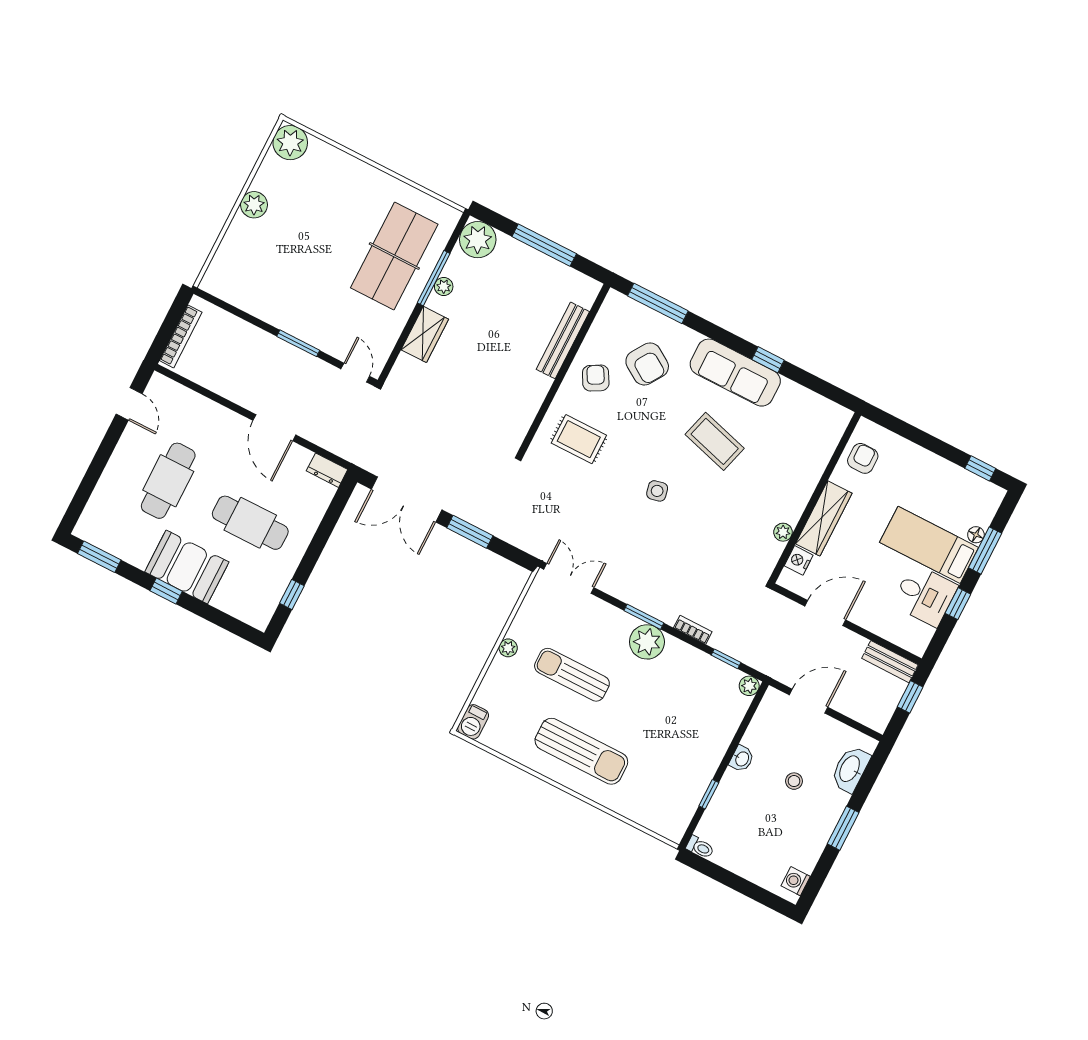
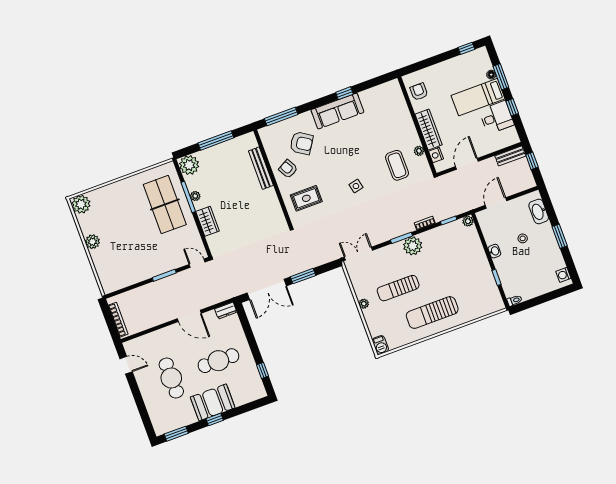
coffee table: (715, 441) -> (397, 165), moved, turned 74
sun lounger: (581, 751) -> (432, 313), turned 180

